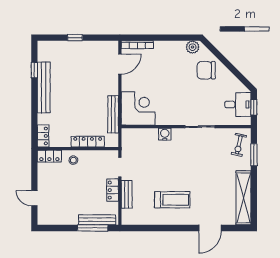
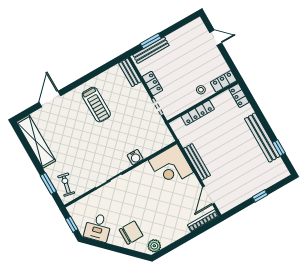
desk: (238, 105) -> (98, 227), moved, turned -45
bench: (113, 114) -> (197, 162), moved
bench: (127, 194) -> (130, 72), moved
treadmill: (172, 200) -> (96, 105), turned -90
window: (93, 228) -> (151, 41), width x0.69

